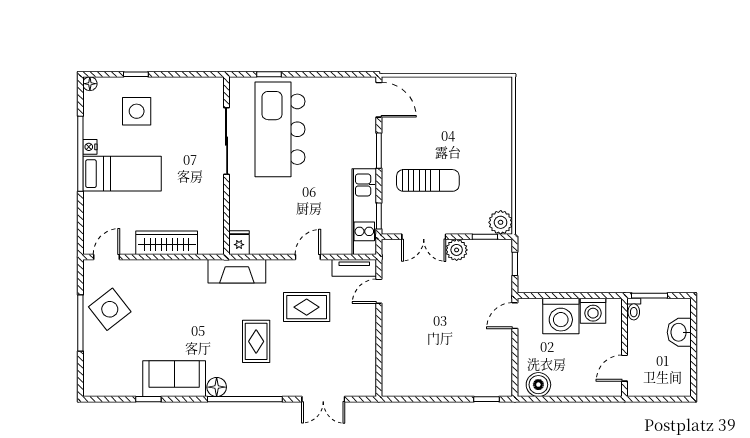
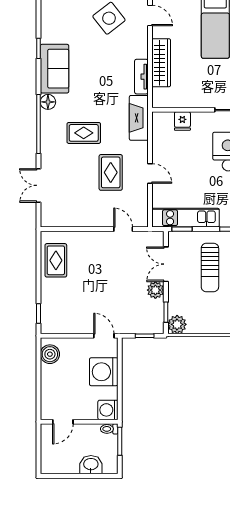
fridge: (239, 243) -> (182, 121), moved, turned 90
tv unit: (354, 268) -> (141, 77), moved
washing machine: (593, 311) -> (108, 410), moved
door: (625, 368) -> (63, 422), swing flipped
rug: (419, 377) -> (56, 260), added

